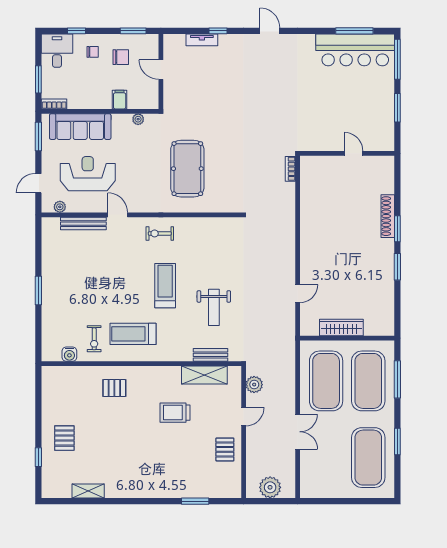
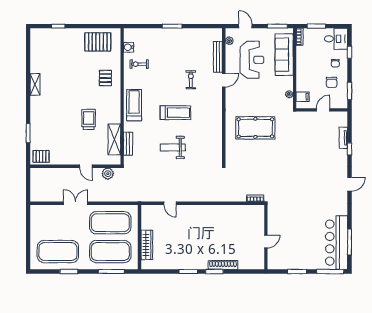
filing cabinet: (120, 100) -> (303, 97), moved
exercise bike: (160, 233) -> (191, 80), moved
weight bench: (214, 307) -> (173, 147), moved
wardrobe: (341, 327) -> (147, 245), moved
treadmill: (133, 334) -> (134, 105), moved
double door: (298, 432) -> (76, 203), swing flipped
pallet: (64, 438) -> (98, 42), moved, width x1.50, depth x1.42
pallet: (225, 449) -> (41, 156), moved
plant: (270, 487) -> (38, 184), removed
shelving: (88, 491) -> (35, 84), moved

